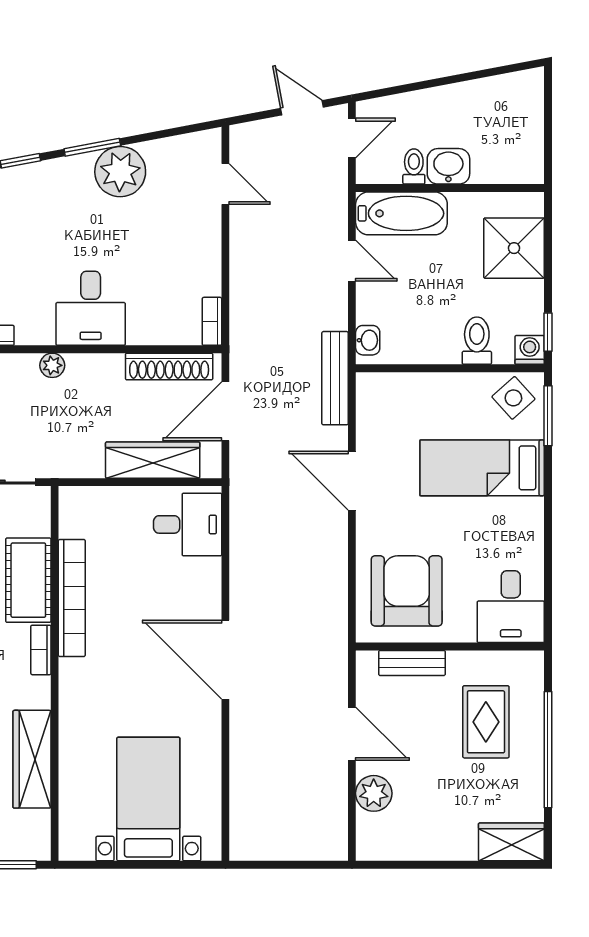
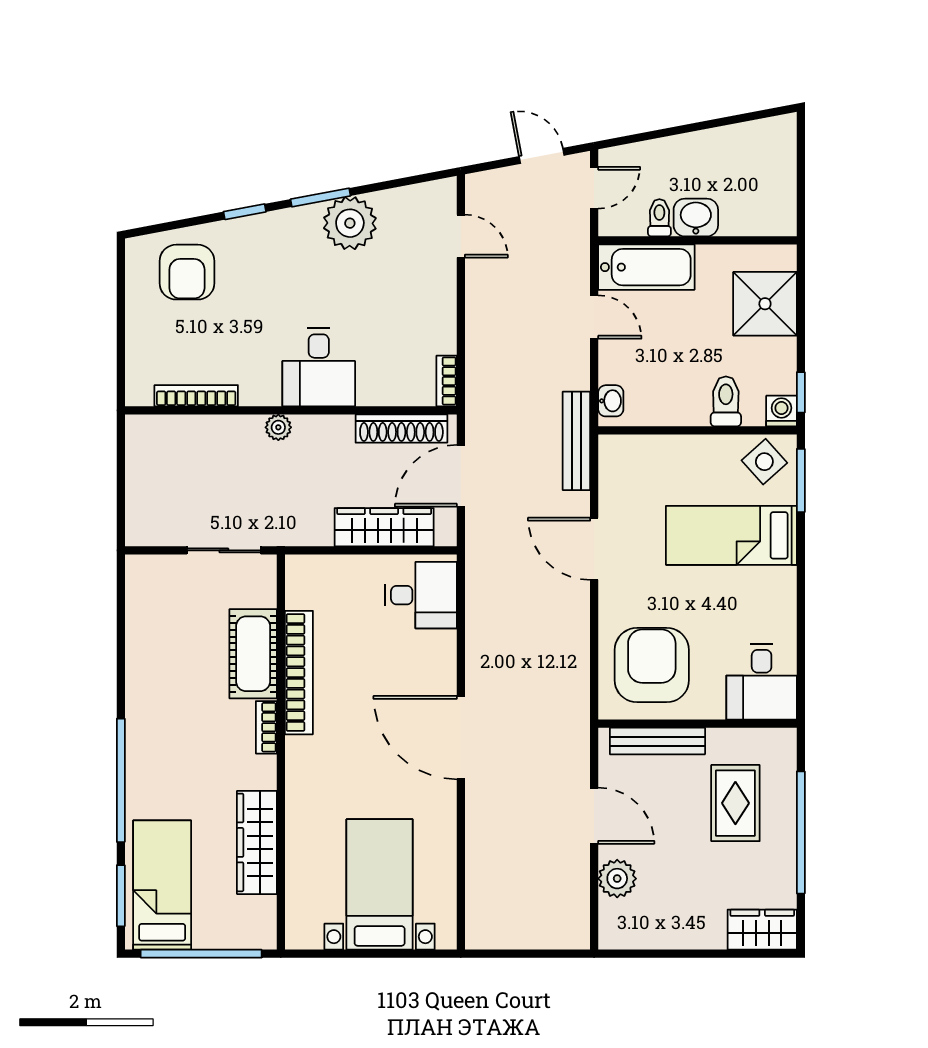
bench: (412, 663) -> (657, 741), width x1.36

